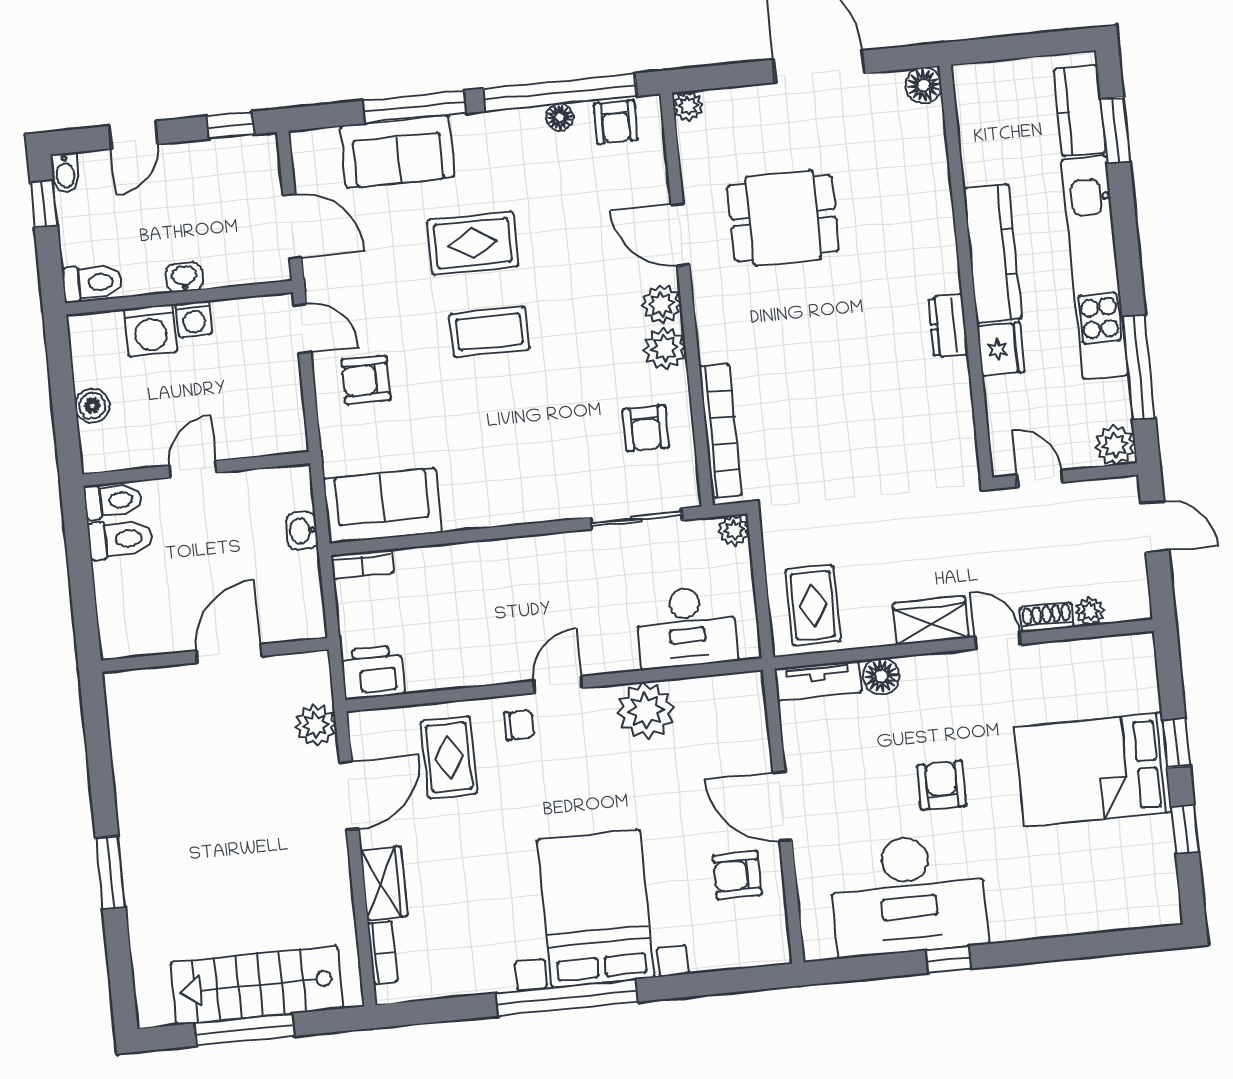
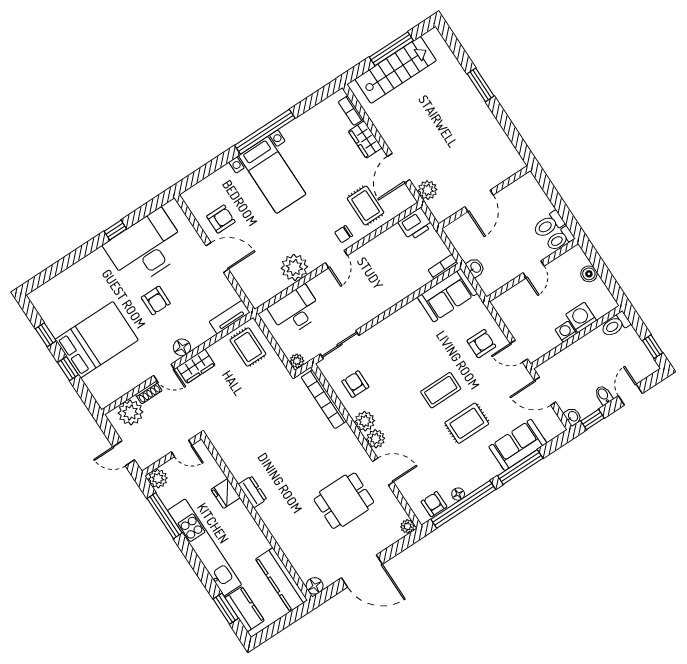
bidet: (65, 173) -> (604, 395), moved
kitchen counter: (992, 253) -> (282, 580), moved
washbasin: (184, 277) -> (573, 416), moved, turned -90
plant: (1090, 611) -> (131, 412), width x1.88, depth x1.88
floor lamp: (881, 676) -> (182, 347), moved
bed with nightstands: (596, 908) -> (272, 175), width x0.73

